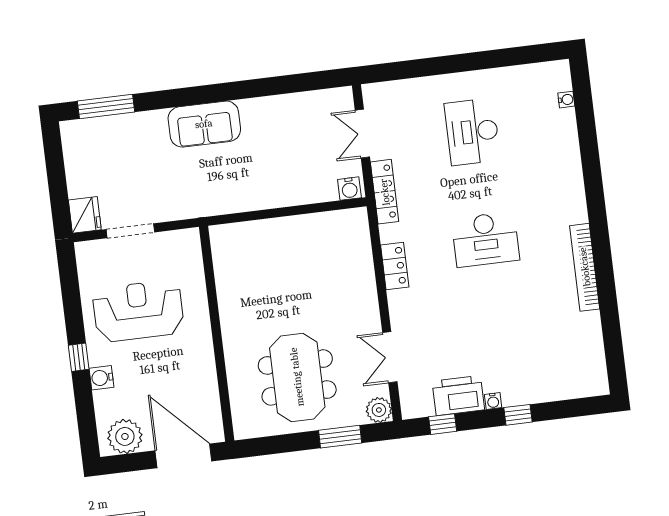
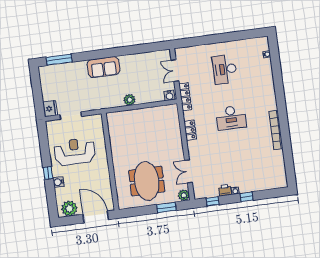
plant: (261, 197) -> (130, 100), added
printer: (458, 395) -> (225, 190), width x0.53, depth x0.68

